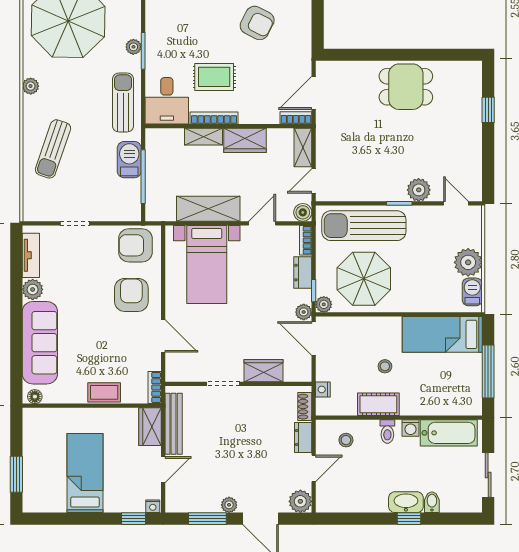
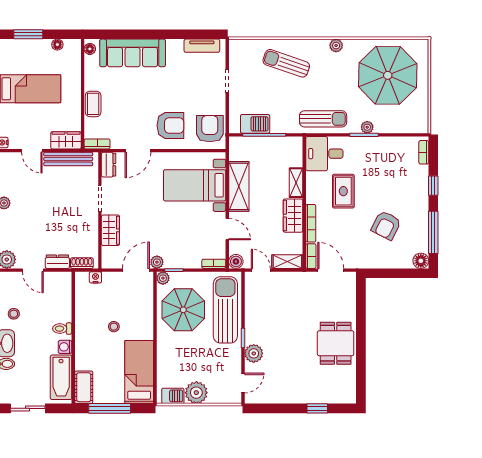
bookcase: (214, 118) -> (311, 223), moved
barbecue: (129, 160) -> (255, 124), moved
dresser: (303, 273) -> (109, 165), moved, turned 90
plant: (33, 289) -> (175, 47), removed
cot: (378, 404) -> (84, 387), moved
floor lamp: (29, 438) -> (57, 45), added
stool: (346, 440) -> (14, 314), moved

